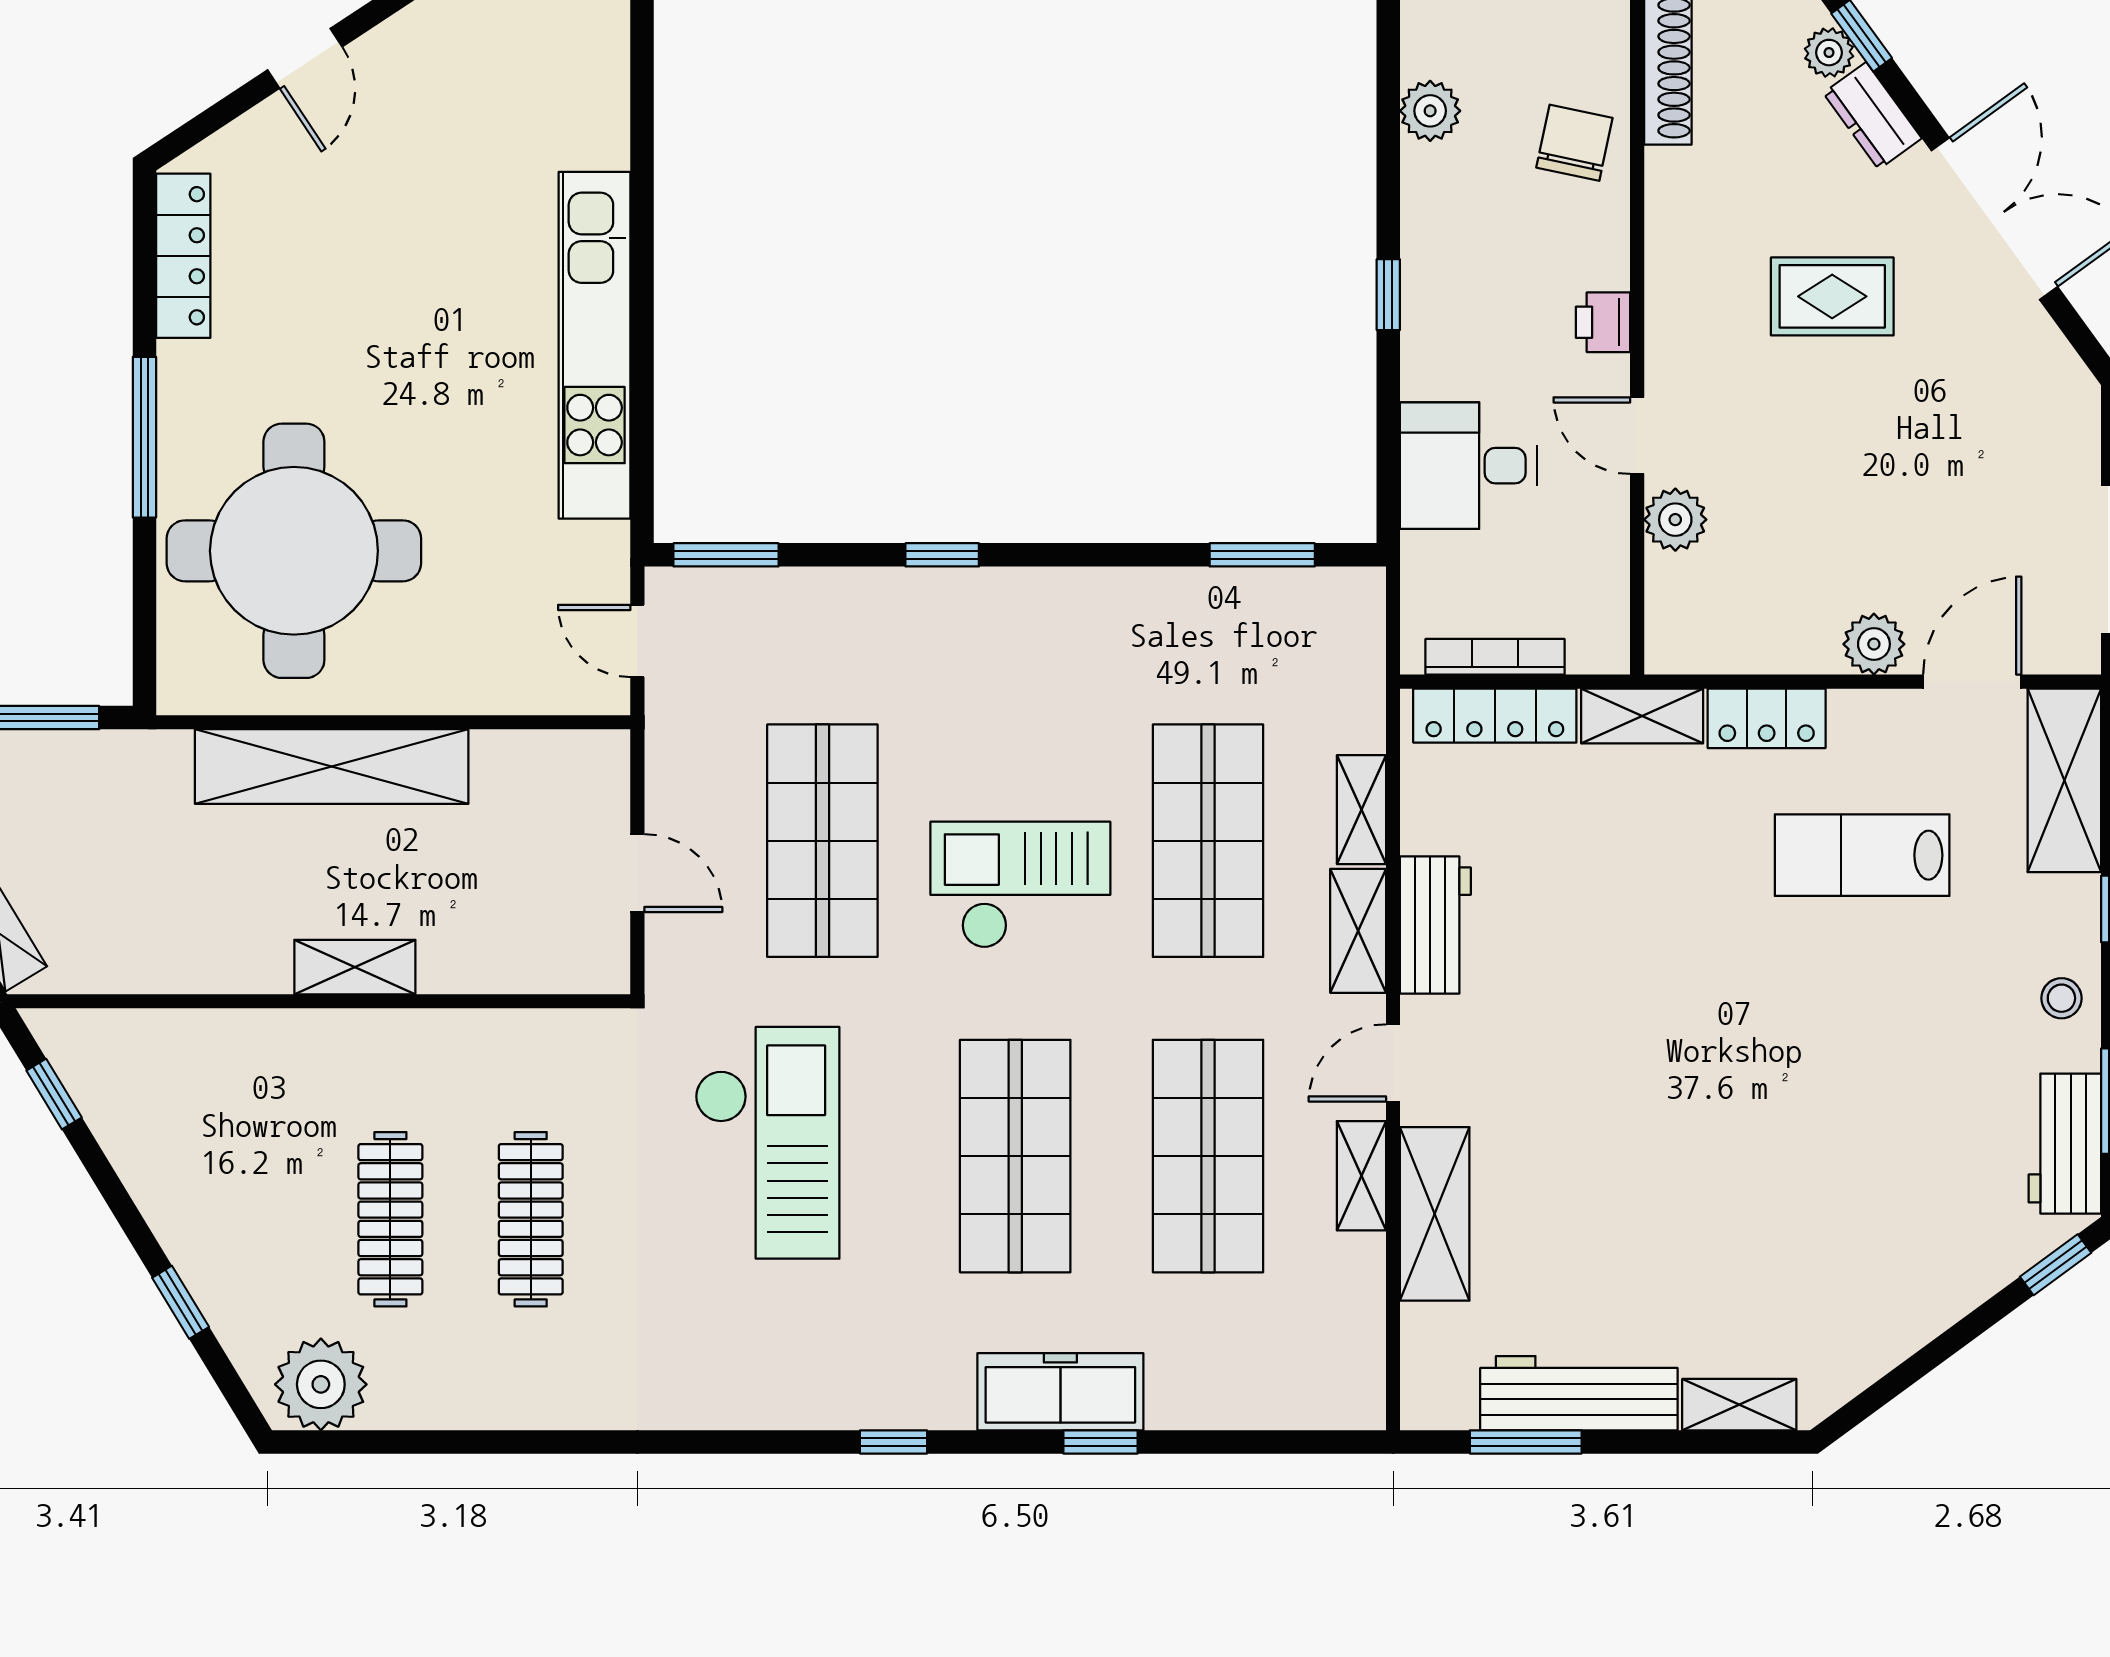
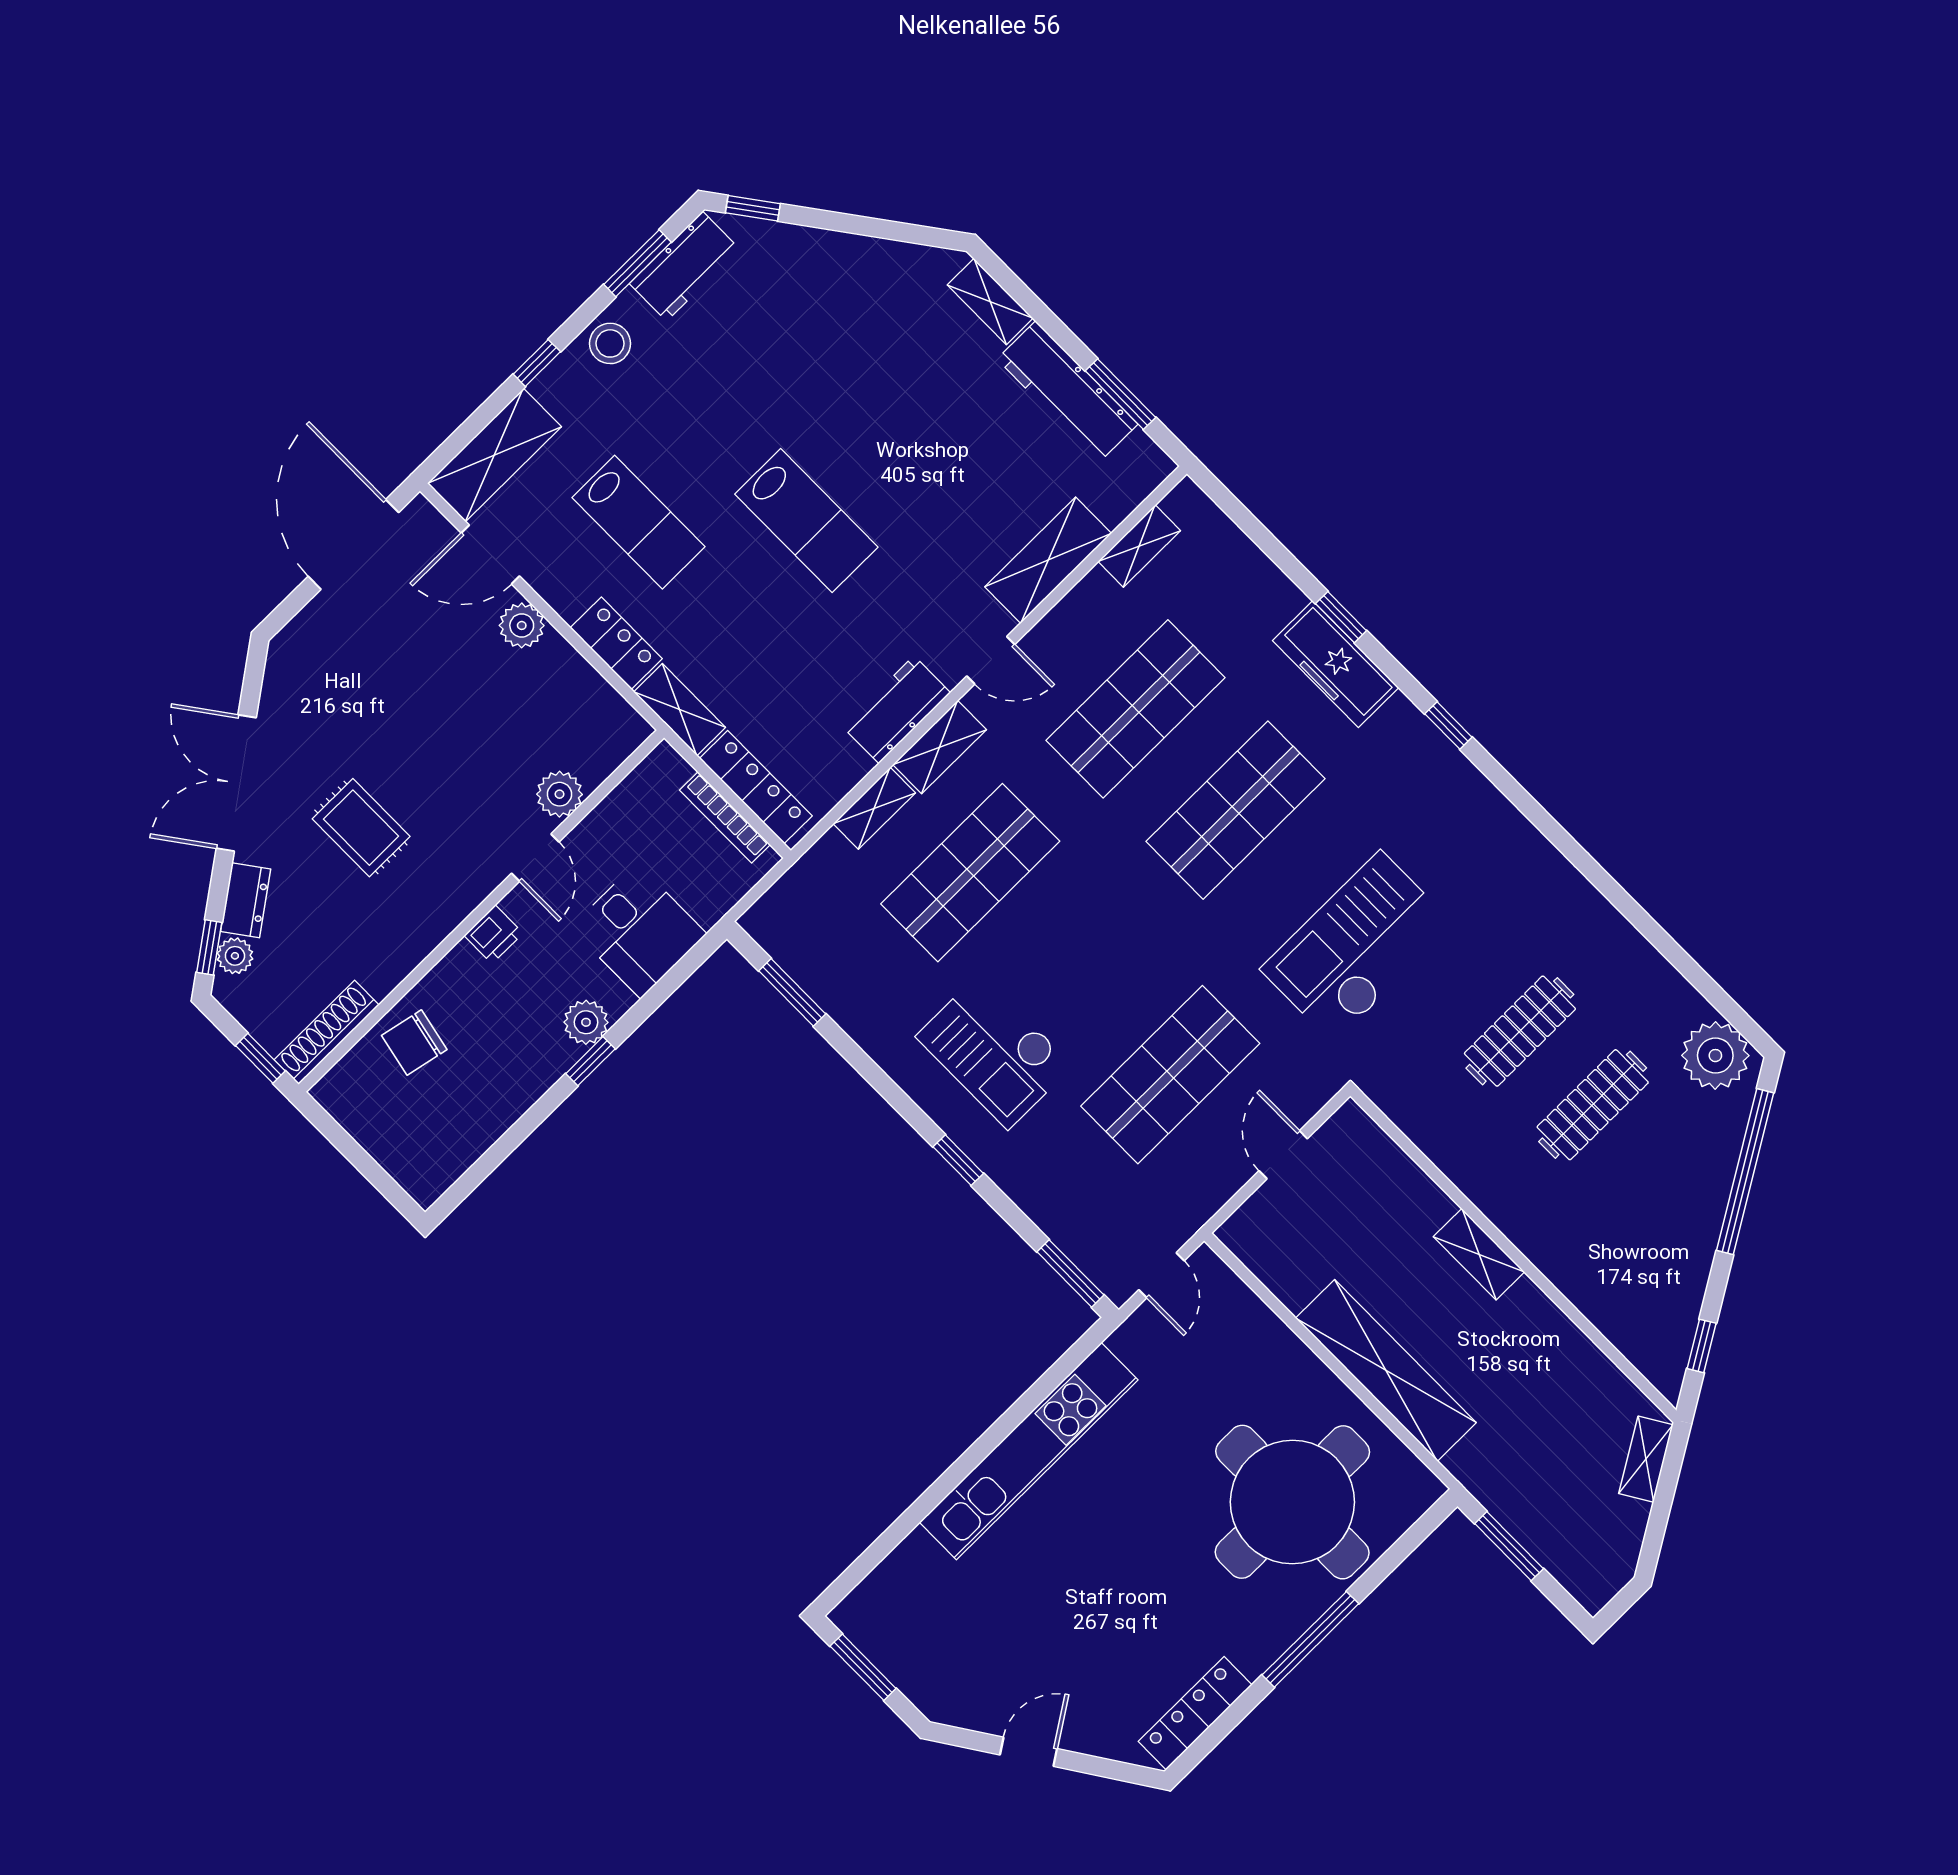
plant: (1430, 111) -> (586, 1022), moved
checkout: (1020, 885) -> (994, 1051), moved
stool: (2061, 998) -> (610, 343), width x1.37, depth x1.37
lab bench: (1704, 1019) -> (806, 521), added
shelving: (1361, 1176) -> (1139, 546), moved
window: (181, 1302) -> (1745, 1172), width x3.17

